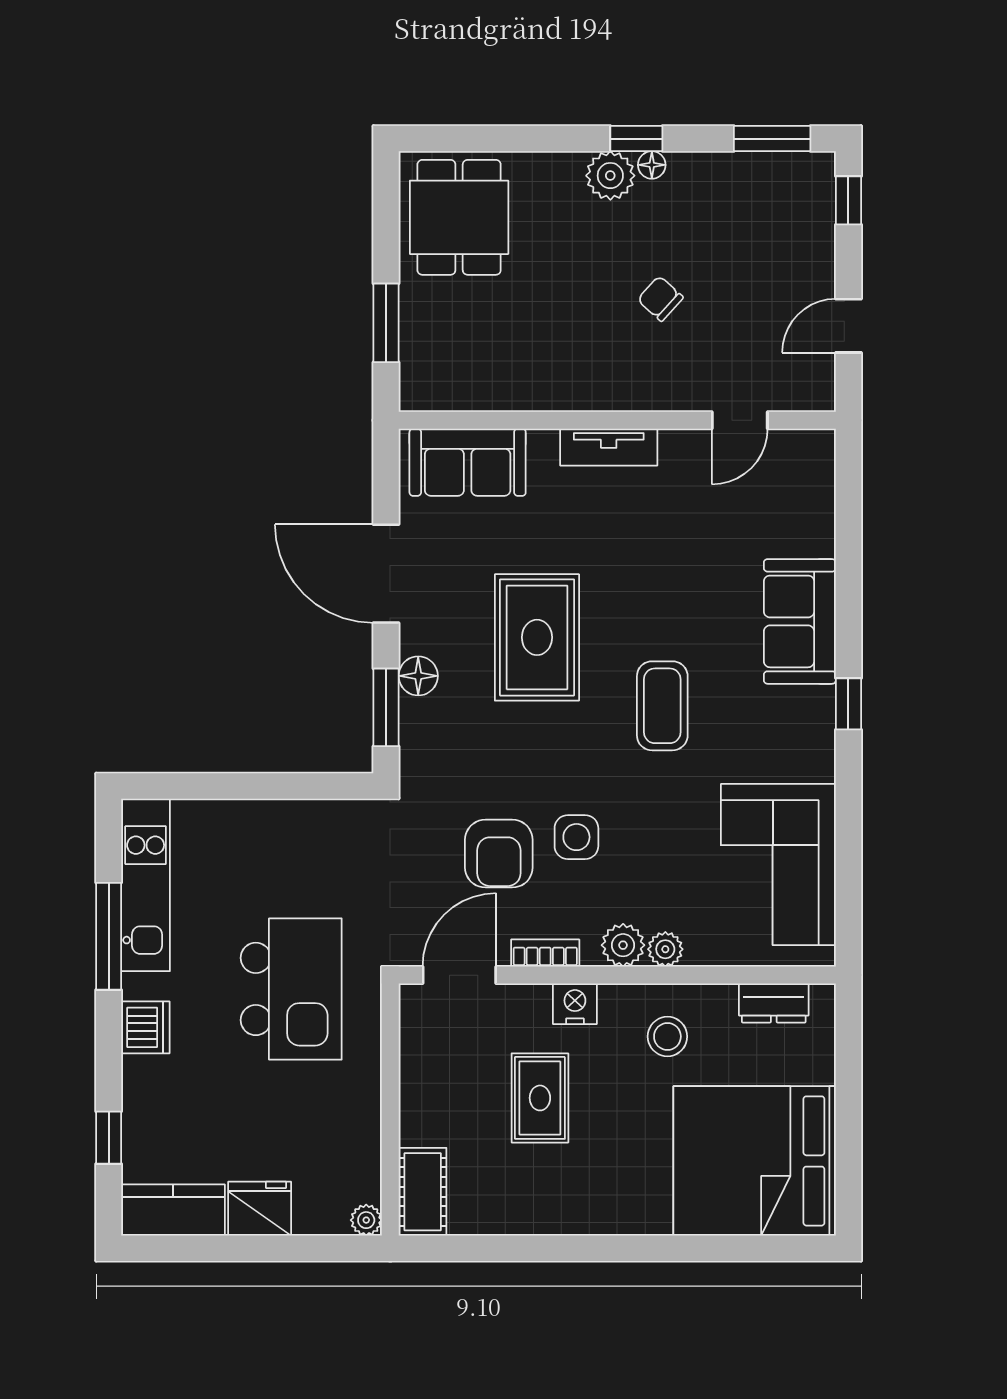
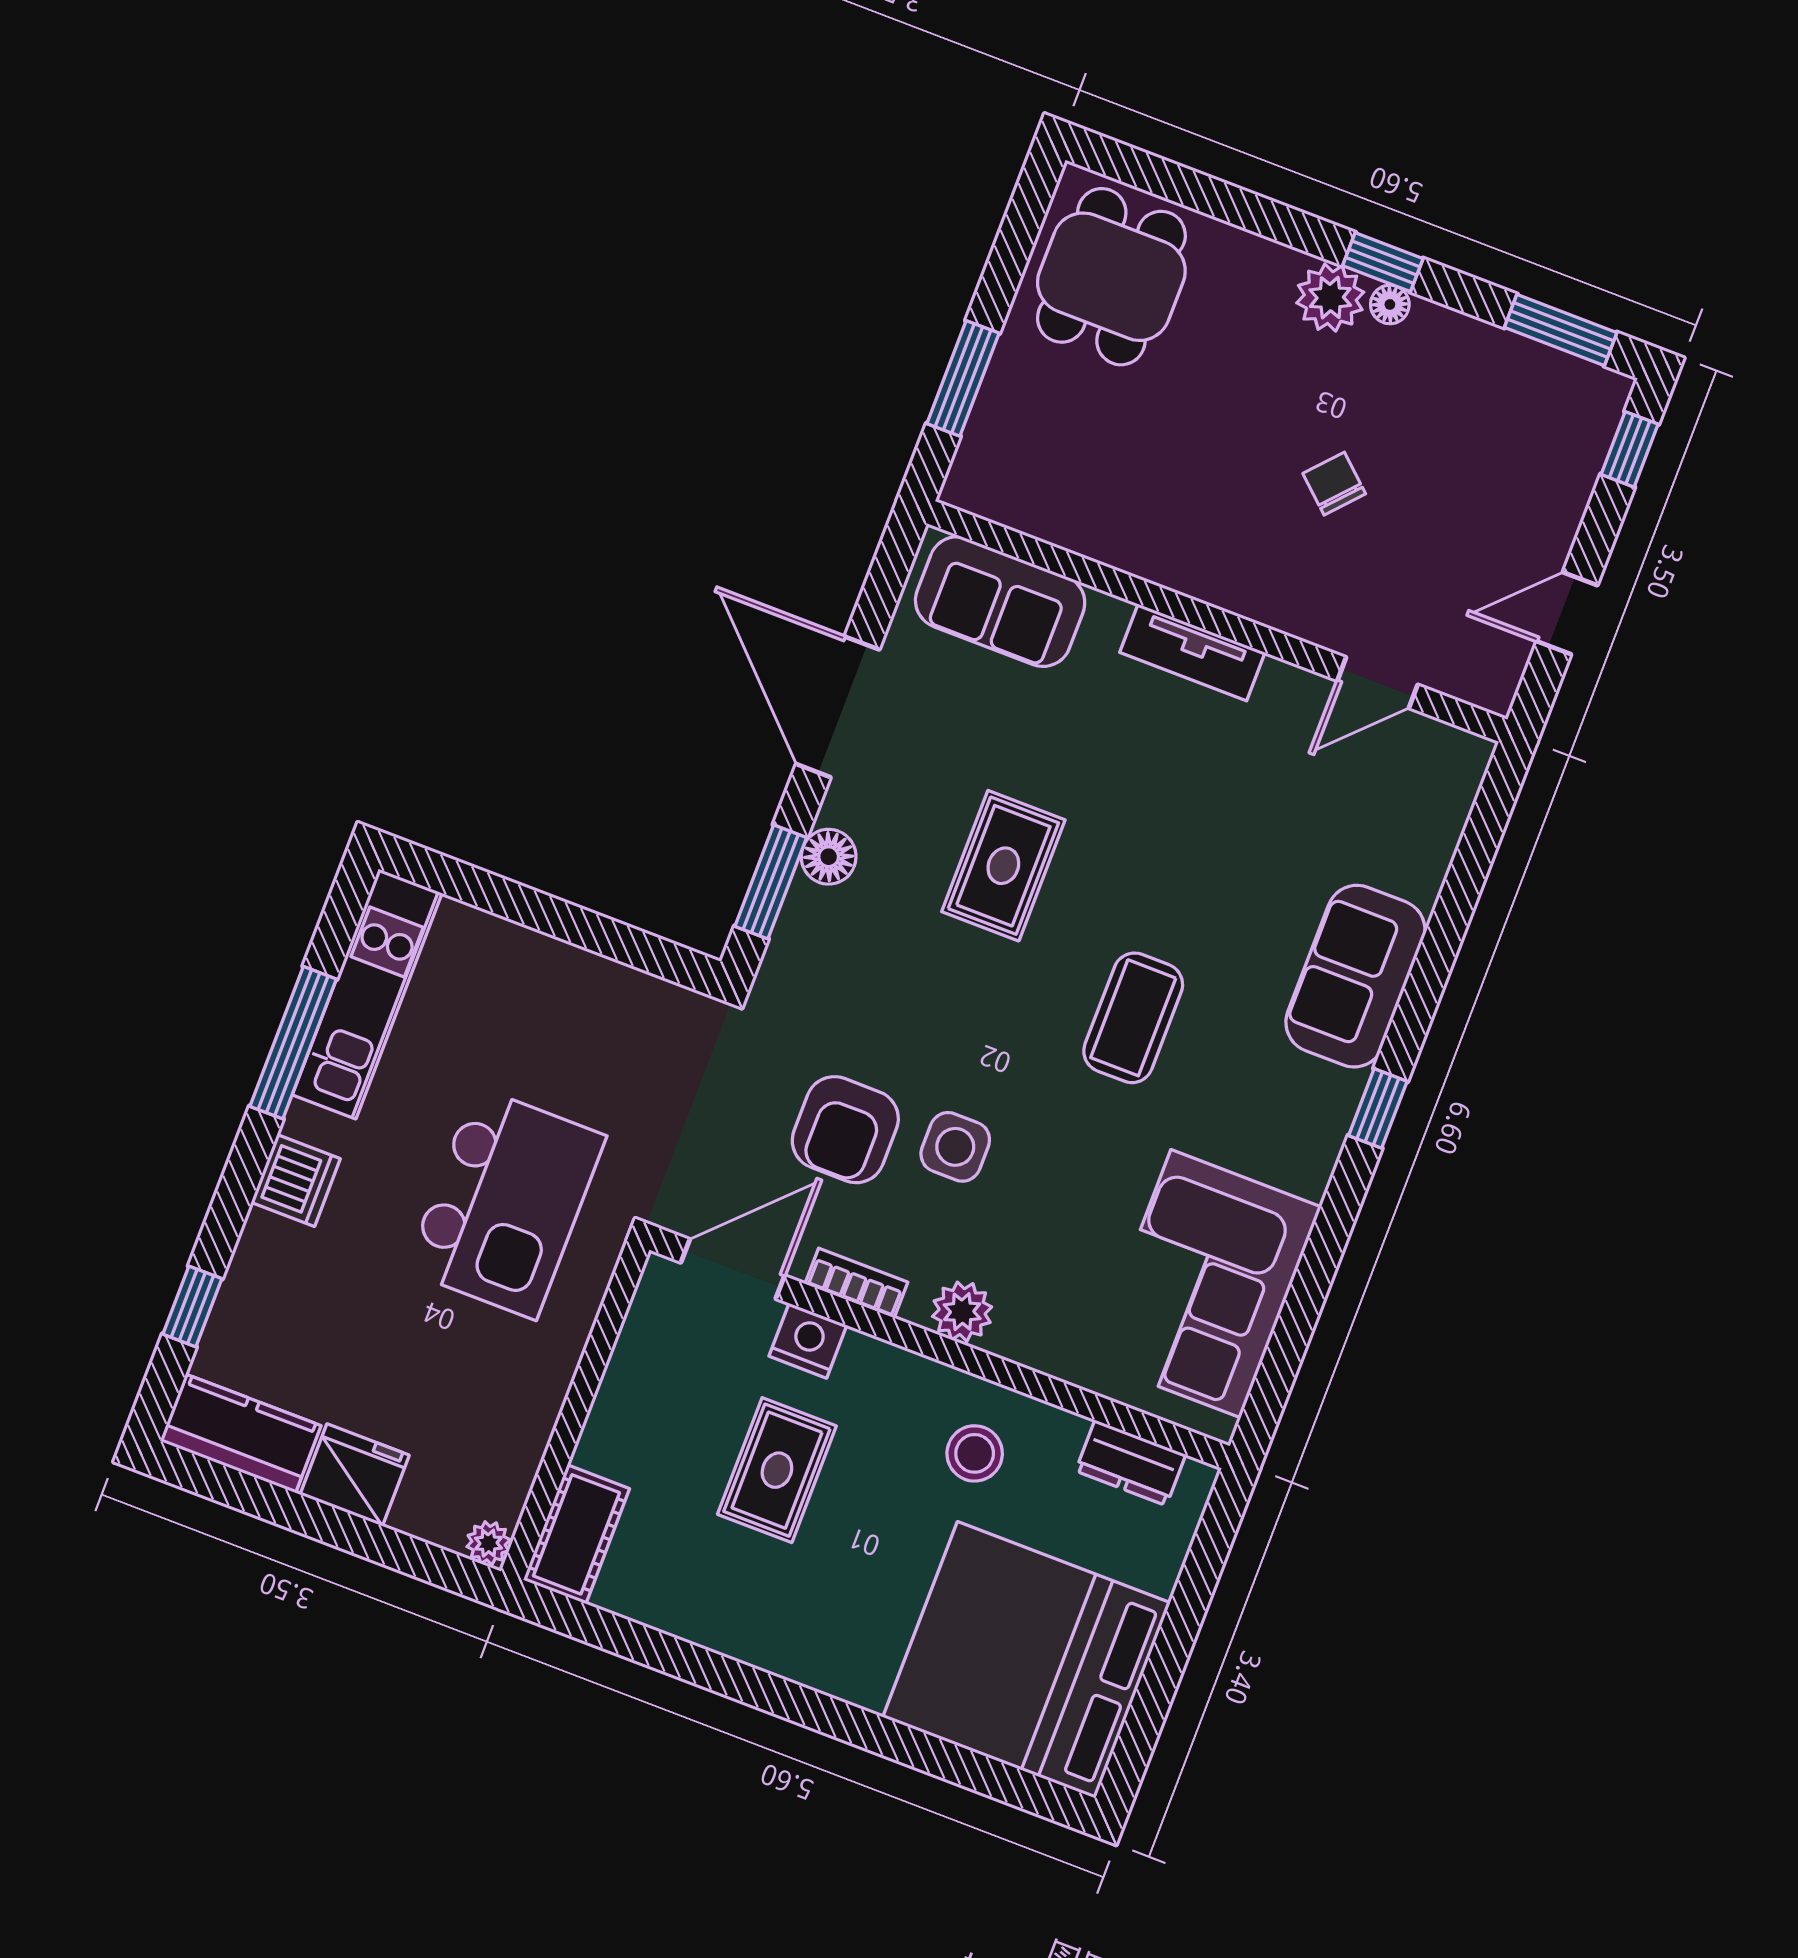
rug: (537, 637) -> (1003, 866), width x0.73, depth x0.70
plant: (665, 949) -> (1015, 1338), removed
nightstand: (575, 1004) -> (808, 1341), moved

